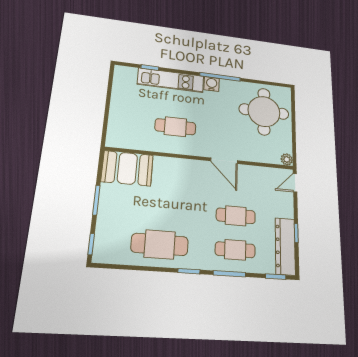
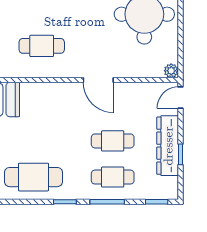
dresser: (285, 246) -> (168, 146), moved

